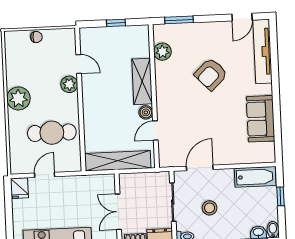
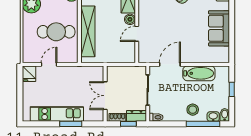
shelving: (118, 161) -> (88, 31), moved, turned 90
bathtub: (255, 177) -> (199, 73), moved
stool: (210, 208) -> (193, 110), moved

